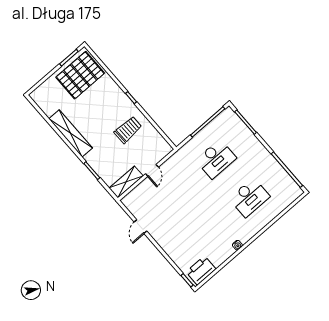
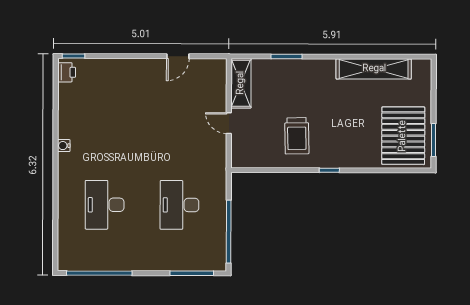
shelving: (71, 133) -> (374, 69), moved
door: (140, 227) -> (178, 56), swing flipped
printer: (201, 270) -> (67, 72), width x0.53, depth x0.68

